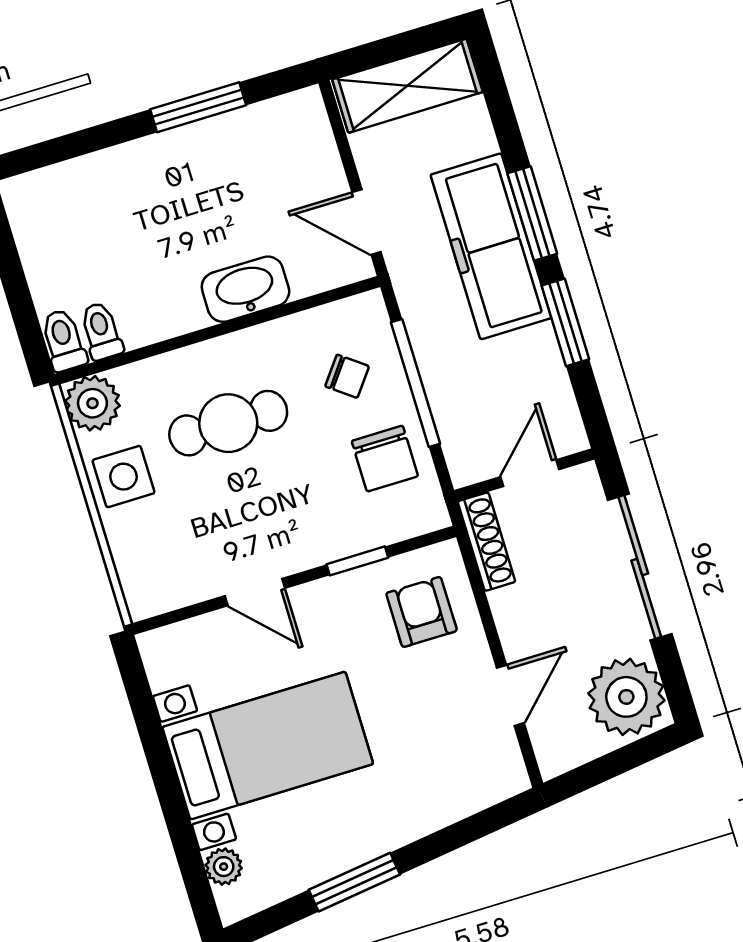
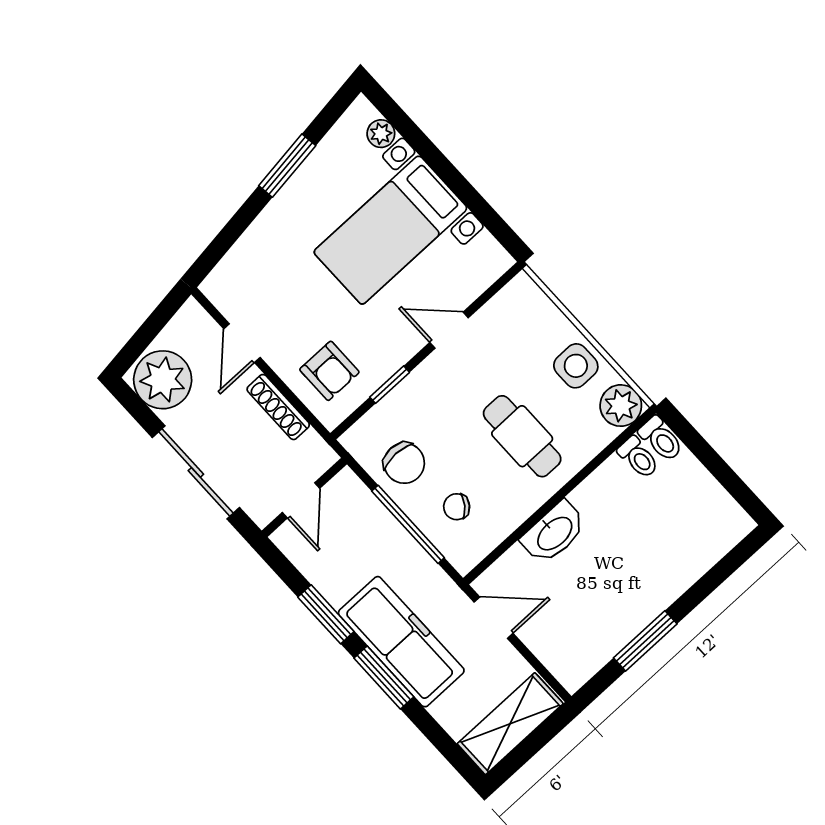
cafe table: (228, 423) -> (522, 436), turned 90
chair: (385, 459) -> (404, 463), turned 180
shoe rack: (486, 542) -> (278, 407), moved

